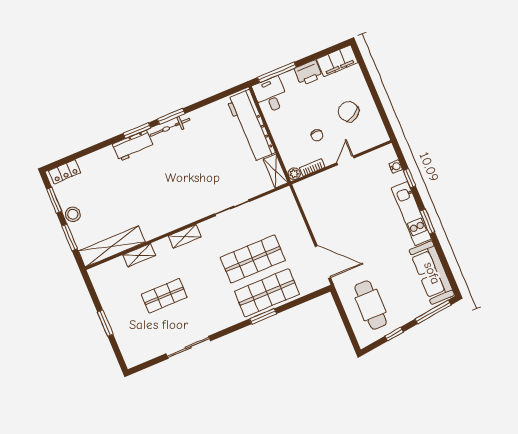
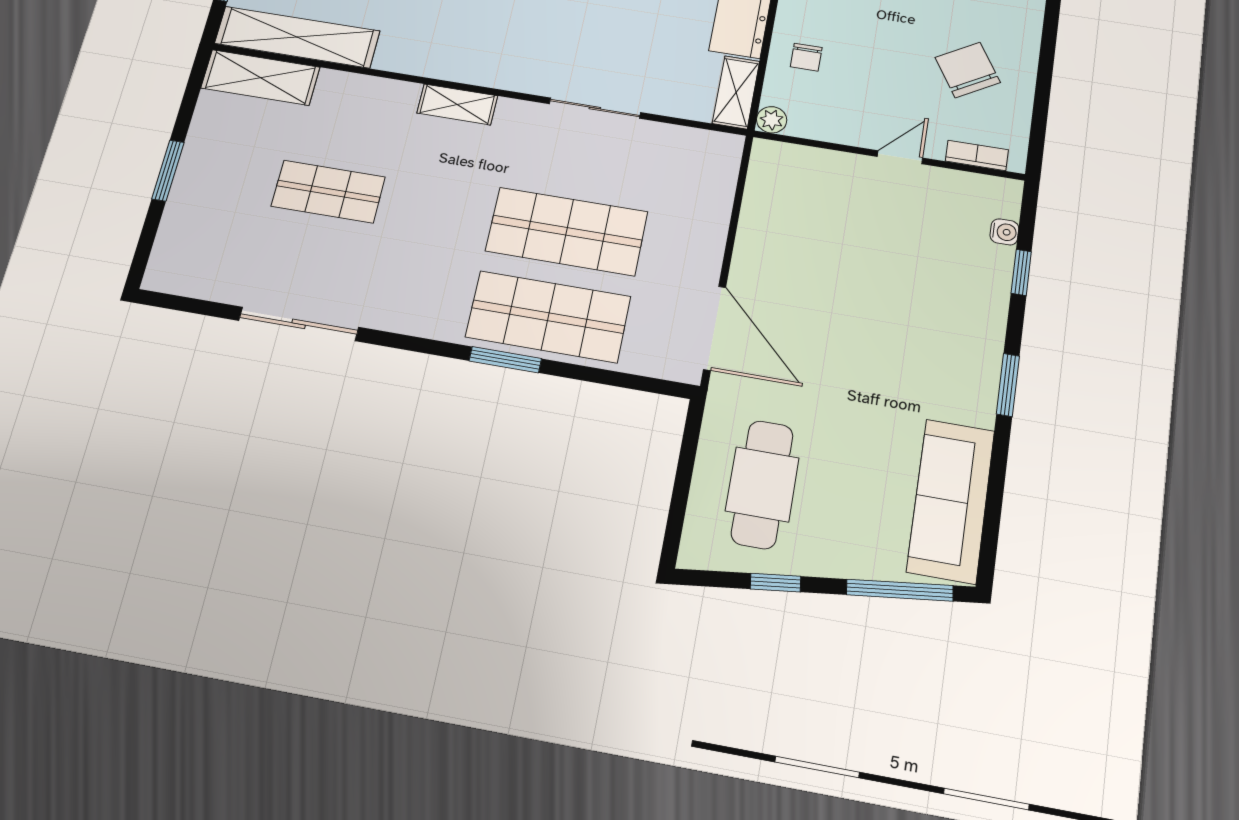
chair: (317, 135) -> (806, 57), moved
bookcase: (312, 168) -> (977, 155), moved
kitchen unit: (411, 214) -> (981, 347), removed
shelving: (139, 255) -> (260, 78), moved, width x1.50, depth x1.33

